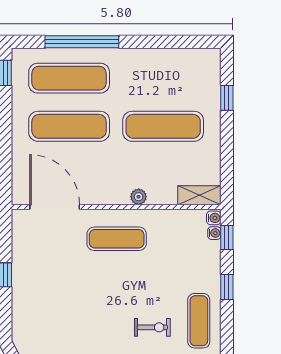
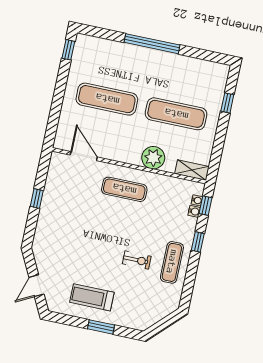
window: (82, 42) -> (152, 44), moved
exercise mat: (69, 78) -> (114, 64), removed
plant: (139, 197) -> (153, 158), width x1.88, depth x1.88
door: (55, 207) -> (84, 156), width x0.73
water cooler: (214, 218) -> (194, 211), moved

